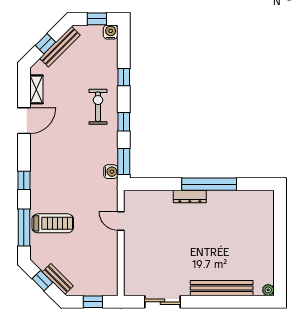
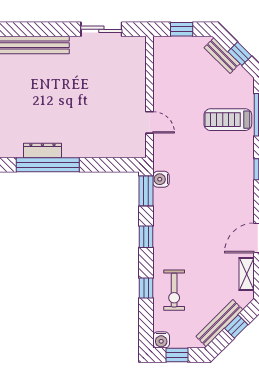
exercise bike: (98, 107) -> (174, 290), moved
dresser: (190, 197) -> (42, 151), moved

